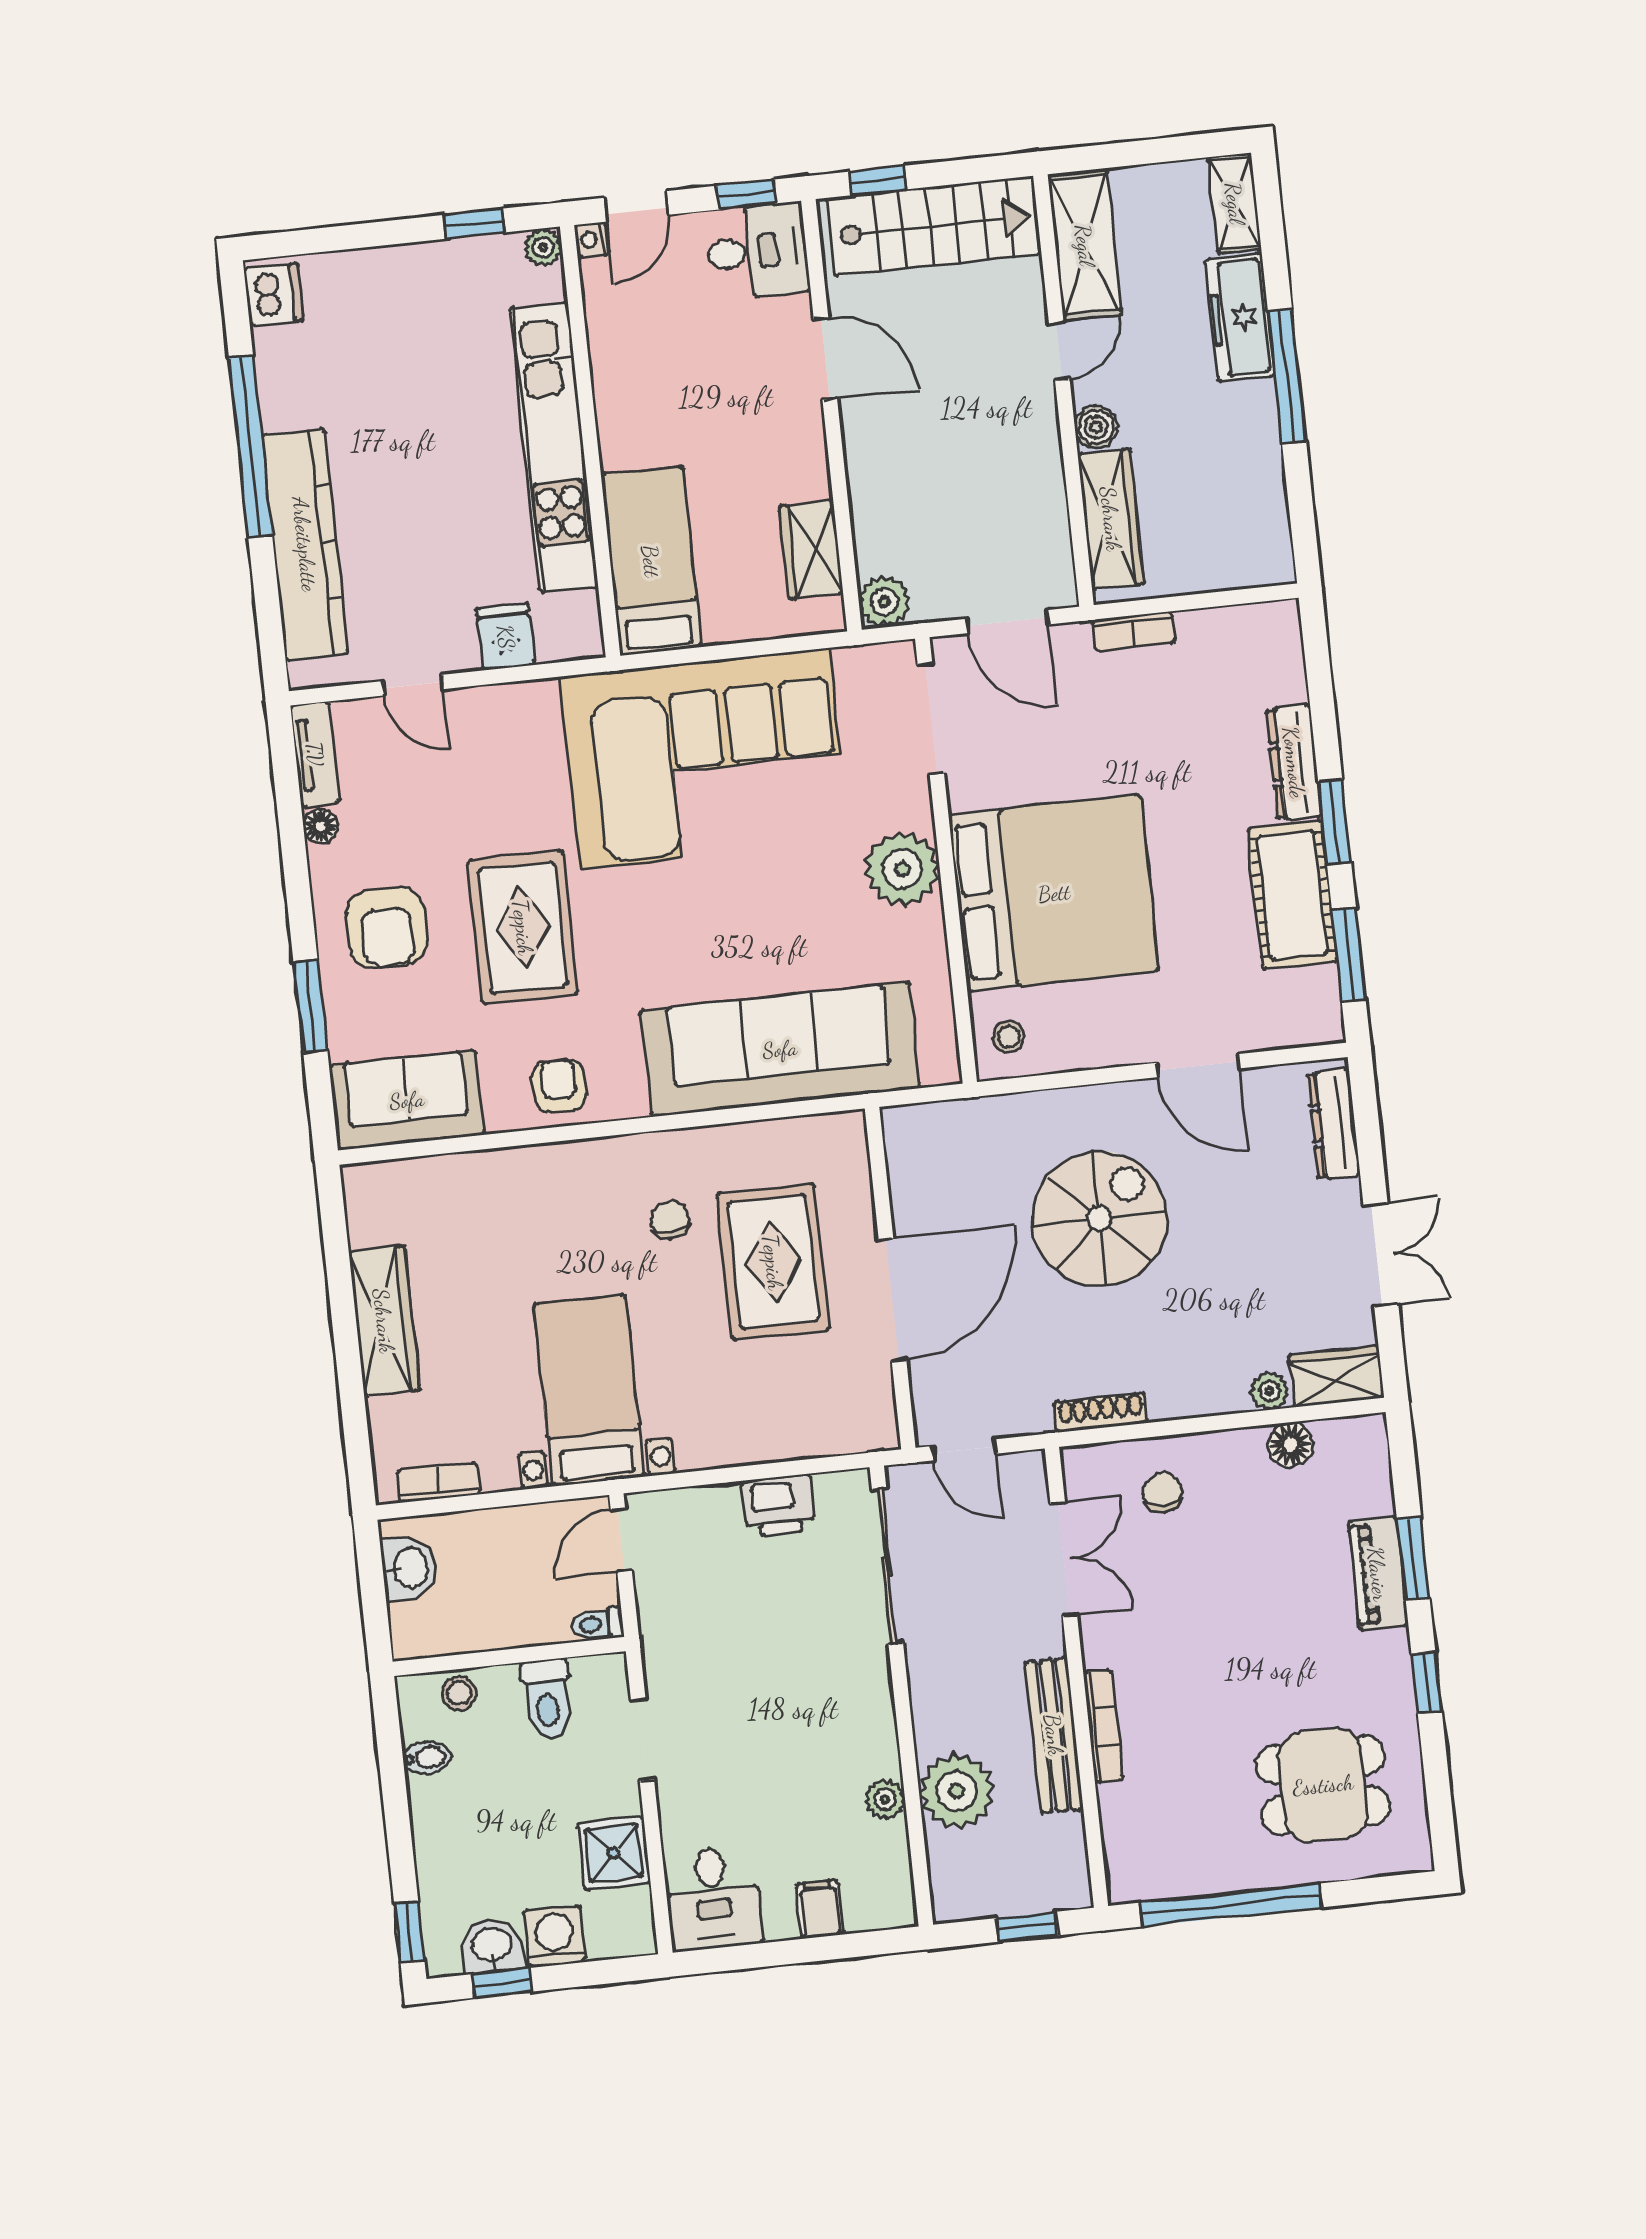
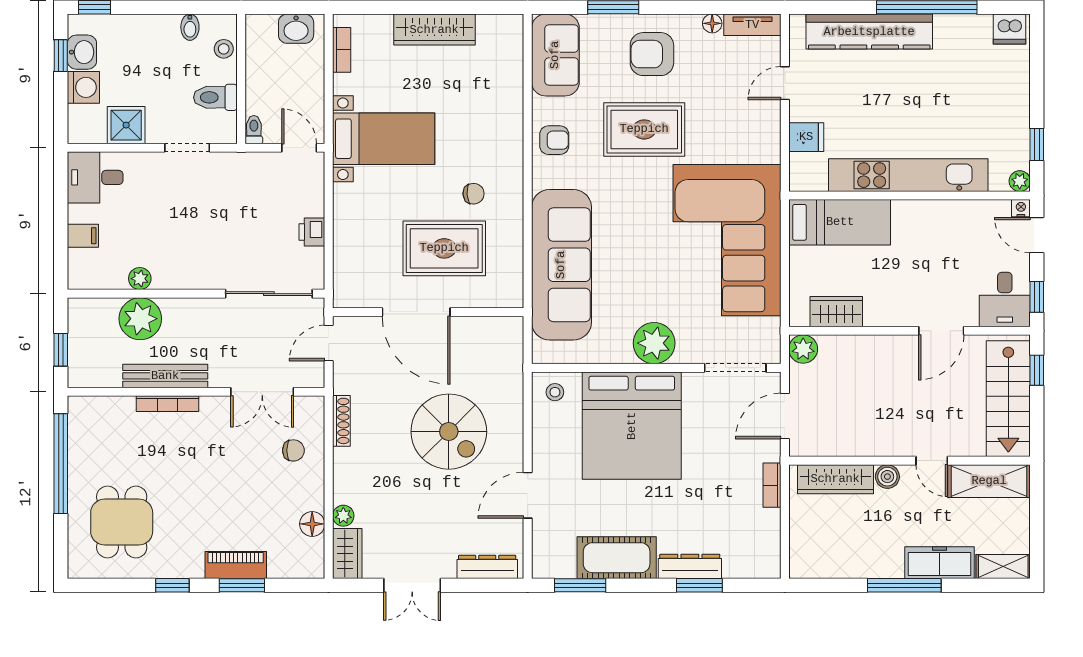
window: (1335, 822) -> (699, 585), moved
printer: (779, 1505) -> (312, 232), width x0.73, depth x0.81

